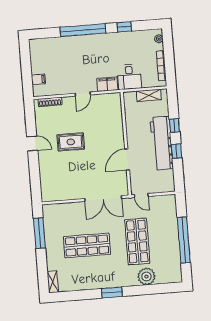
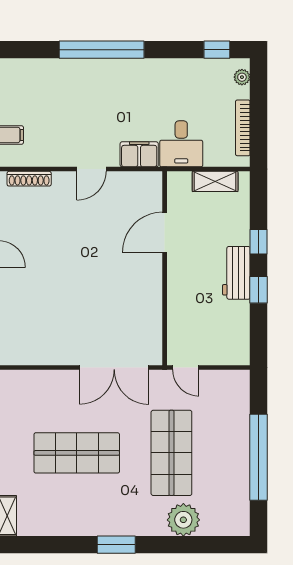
window: (124, 27) -> (217, 50), moved
rug: (71, 142) -> (62, 257), removed
workbench: (162, 143) -> (236, 273), width x0.53, depth x0.76
door: (127, 160) -> (165, 232), moved

